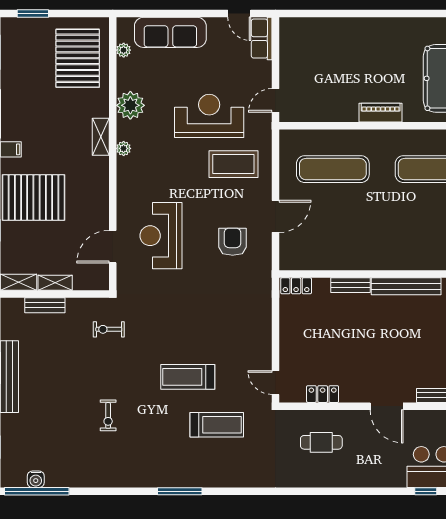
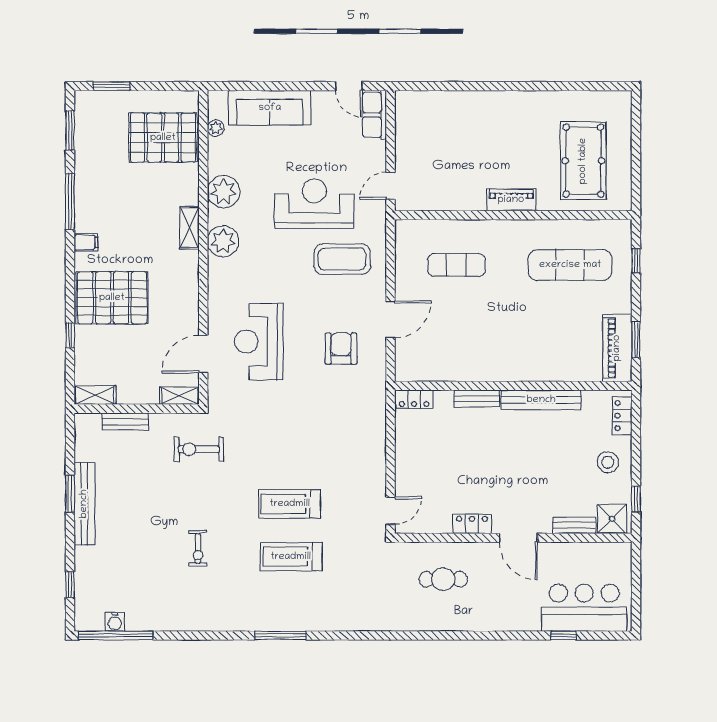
pallet: (78, 58) -> (163, 138), turned 90
plant: (124, 148) -> (223, 241), width x1.87, depth x1.87
exercise mat: (333, 169) -> (456, 265), width x0.73, depth x0.69
shelving: (55, 283) -> (179, 396), moved
exercise bike: (109, 329) -> (199, 449), width x1.38, depth x1.39
door: (275, 383) -> (390, 511), swing flipped
locker: (323, 394) -> (472, 524), moved
treadmill: (217, 425) -> (291, 557), moved, turned 180

